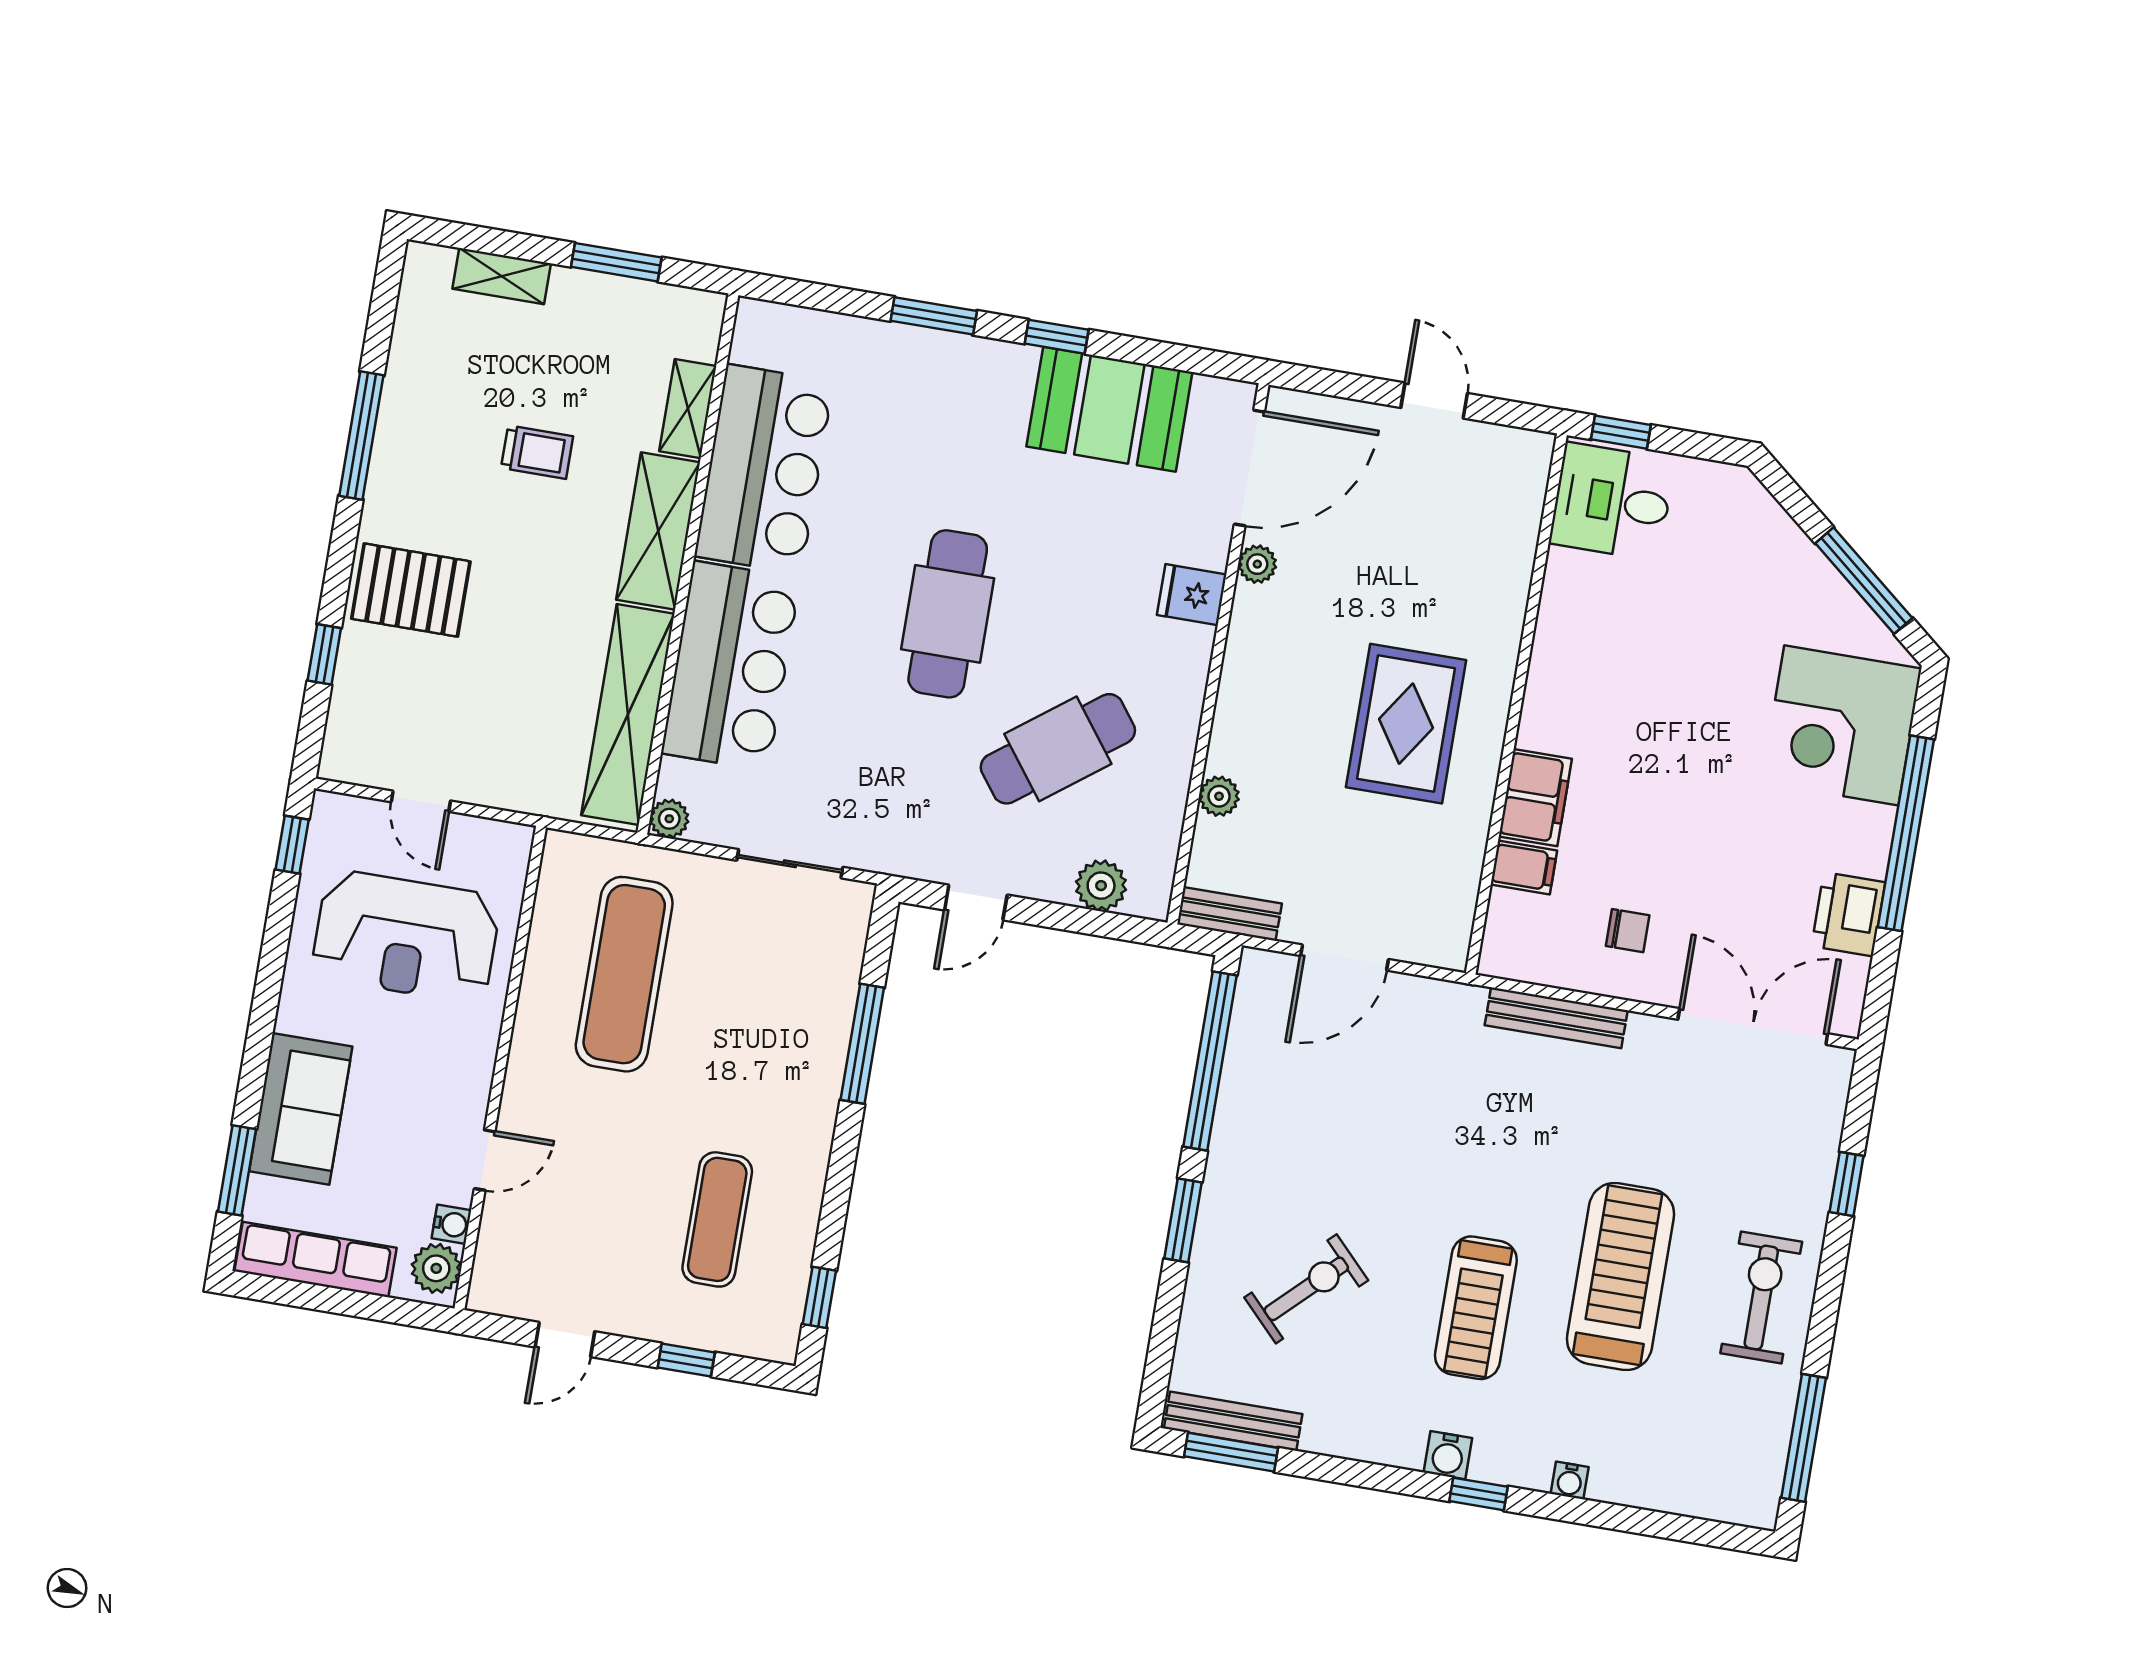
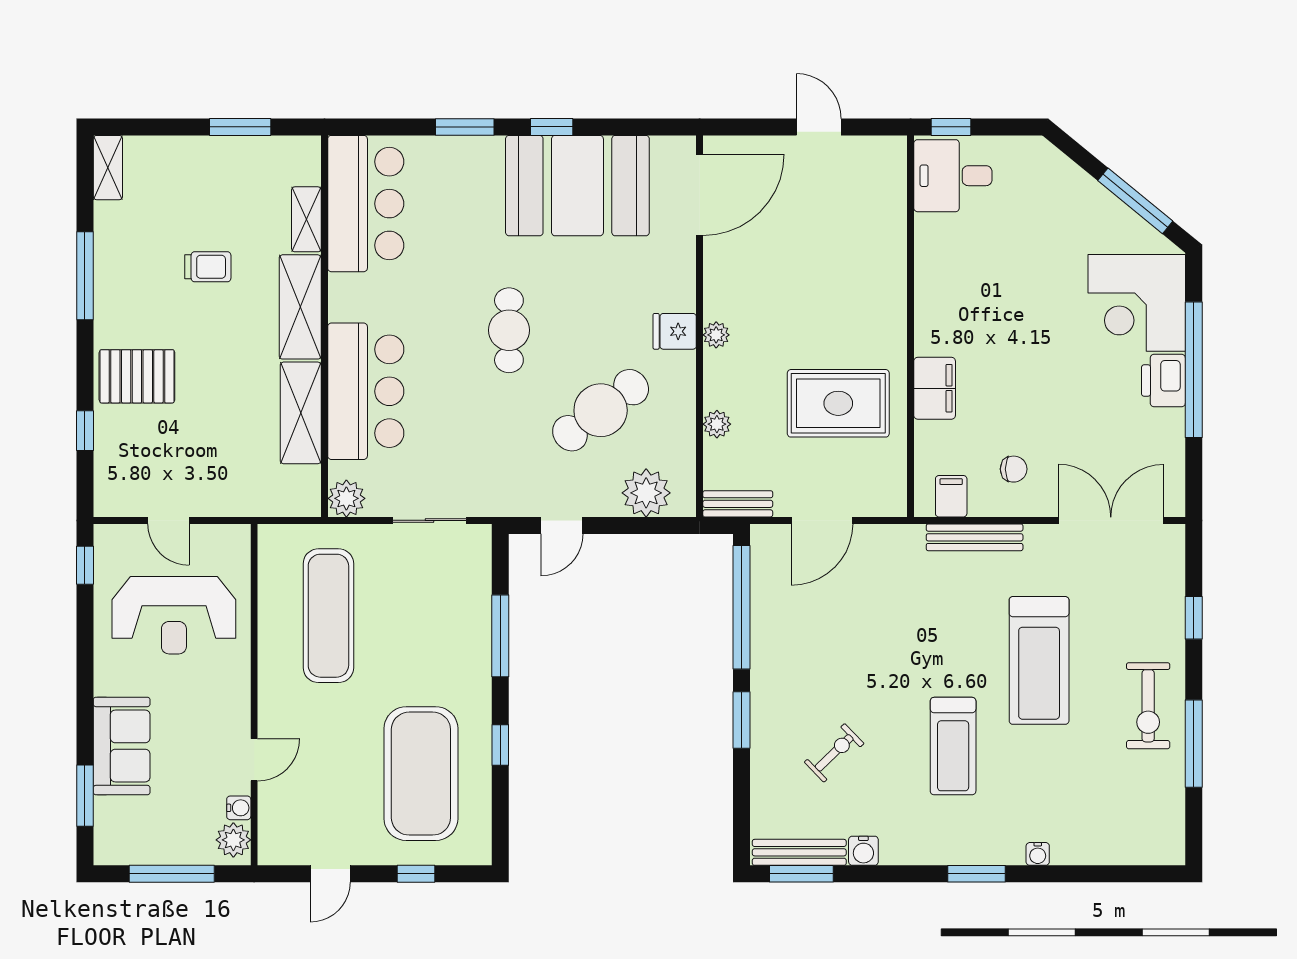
shelving: (502, 276) -> (108, 168), moved, turned 90
booth: (1109, 409) -> (577, 186), width x1.36, depth x1.42
bar counter: (764, 469) -> (366, 204), moved
plant: (1257, 564) -> (716, 335), moved
fridge: (1192, 595) -> (675, 331), moved
cafe table: (948, 614) -> (509, 330), width x0.73, depth x0.74
shelving: (628, 715) -> (301, 413), width x0.68
rug: (1406, 724) -> (838, 403), moved, turned 90
plant: (669, 819) -> (346, 498), width x1.38, depth x1.38
filing cabinet: (1524, 867) -> (951, 496), moved, turned -90
plant: (1101, 886) -> (646, 493), width x1.36, depth x1.36
printer: (1848, 914) -> (1163, 381), moved
exercise mat: (717, 1219) -> (421, 774), width x2.00, depth x1.45
row of seats: (316, 1259) -> (149, 848), removed
treadmill: (1621, 1277) -> (1039, 660), moved, turned 180
exercise bike: (1306, 1289) -> (834, 753), width x0.73, depth x0.72
window: (819, 1297) -> (500, 745), moved
exercise bike: (1761, 1297) -> (1148, 706), turned 180
window: (341, 1302) -> (172, 874), added
window: (1804, 1438) -> (1194, 744), moved
water cooler: (1448, 1455) -> (863, 851), moved
window: (1478, 1494) -> (977, 874), width x1.50

